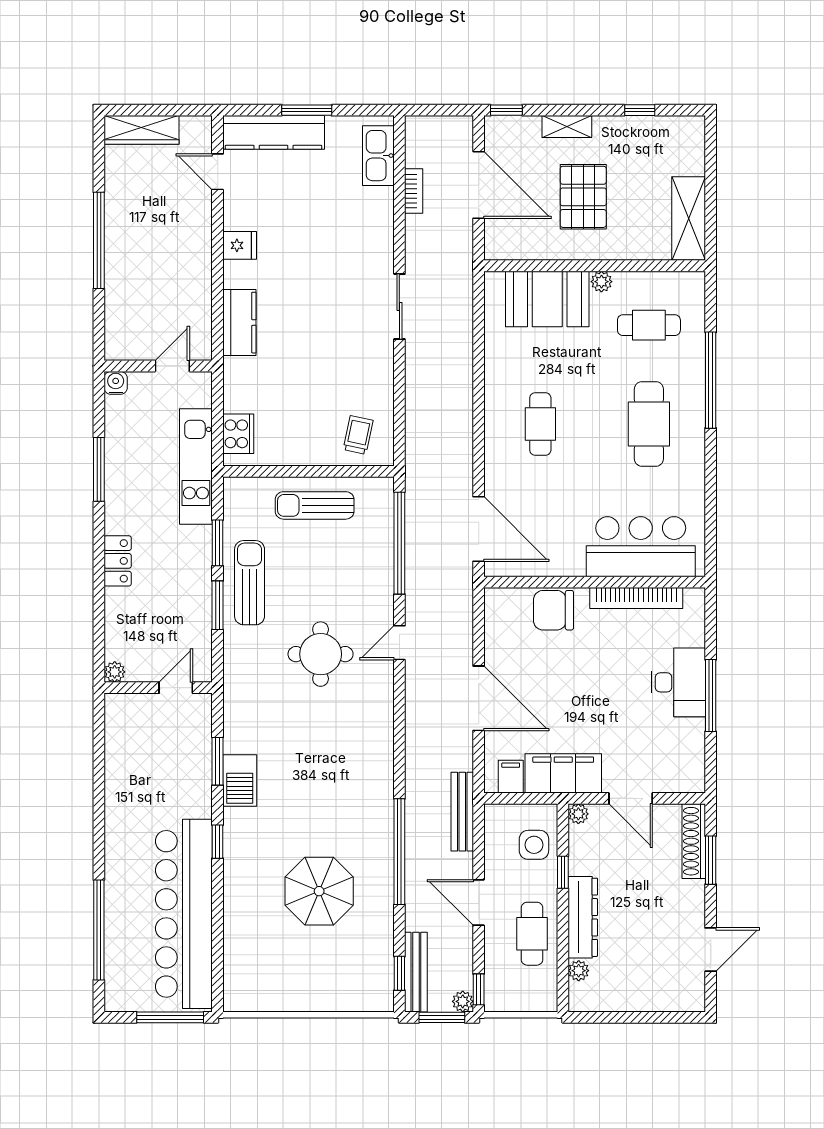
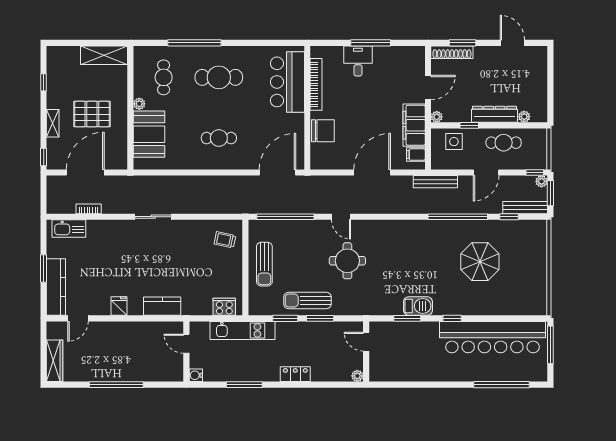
chair: (553, 610) -> (323, 131), turned -90
desk: (678, 682) -> (358, 61), width x0.73
window: (399, 973) -> (509, 217), moved

